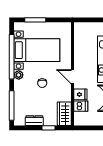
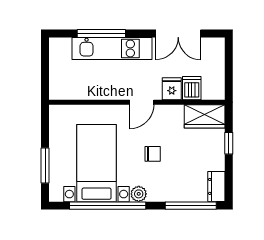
dresser: (34, 121) -> (216, 186), moved

